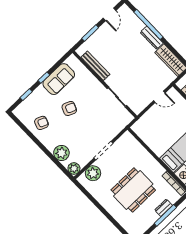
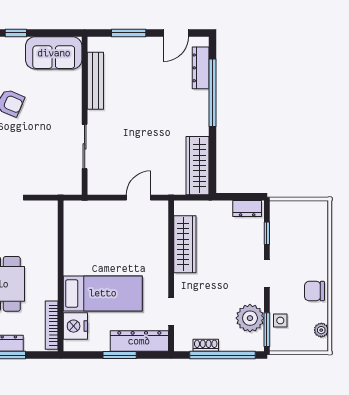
dresser: (152, 38) -> (201, 68), moved
sofa: (59, 79) -> (54, 53), moved
door: (159, 97) -> (138, 198), swing flipped

